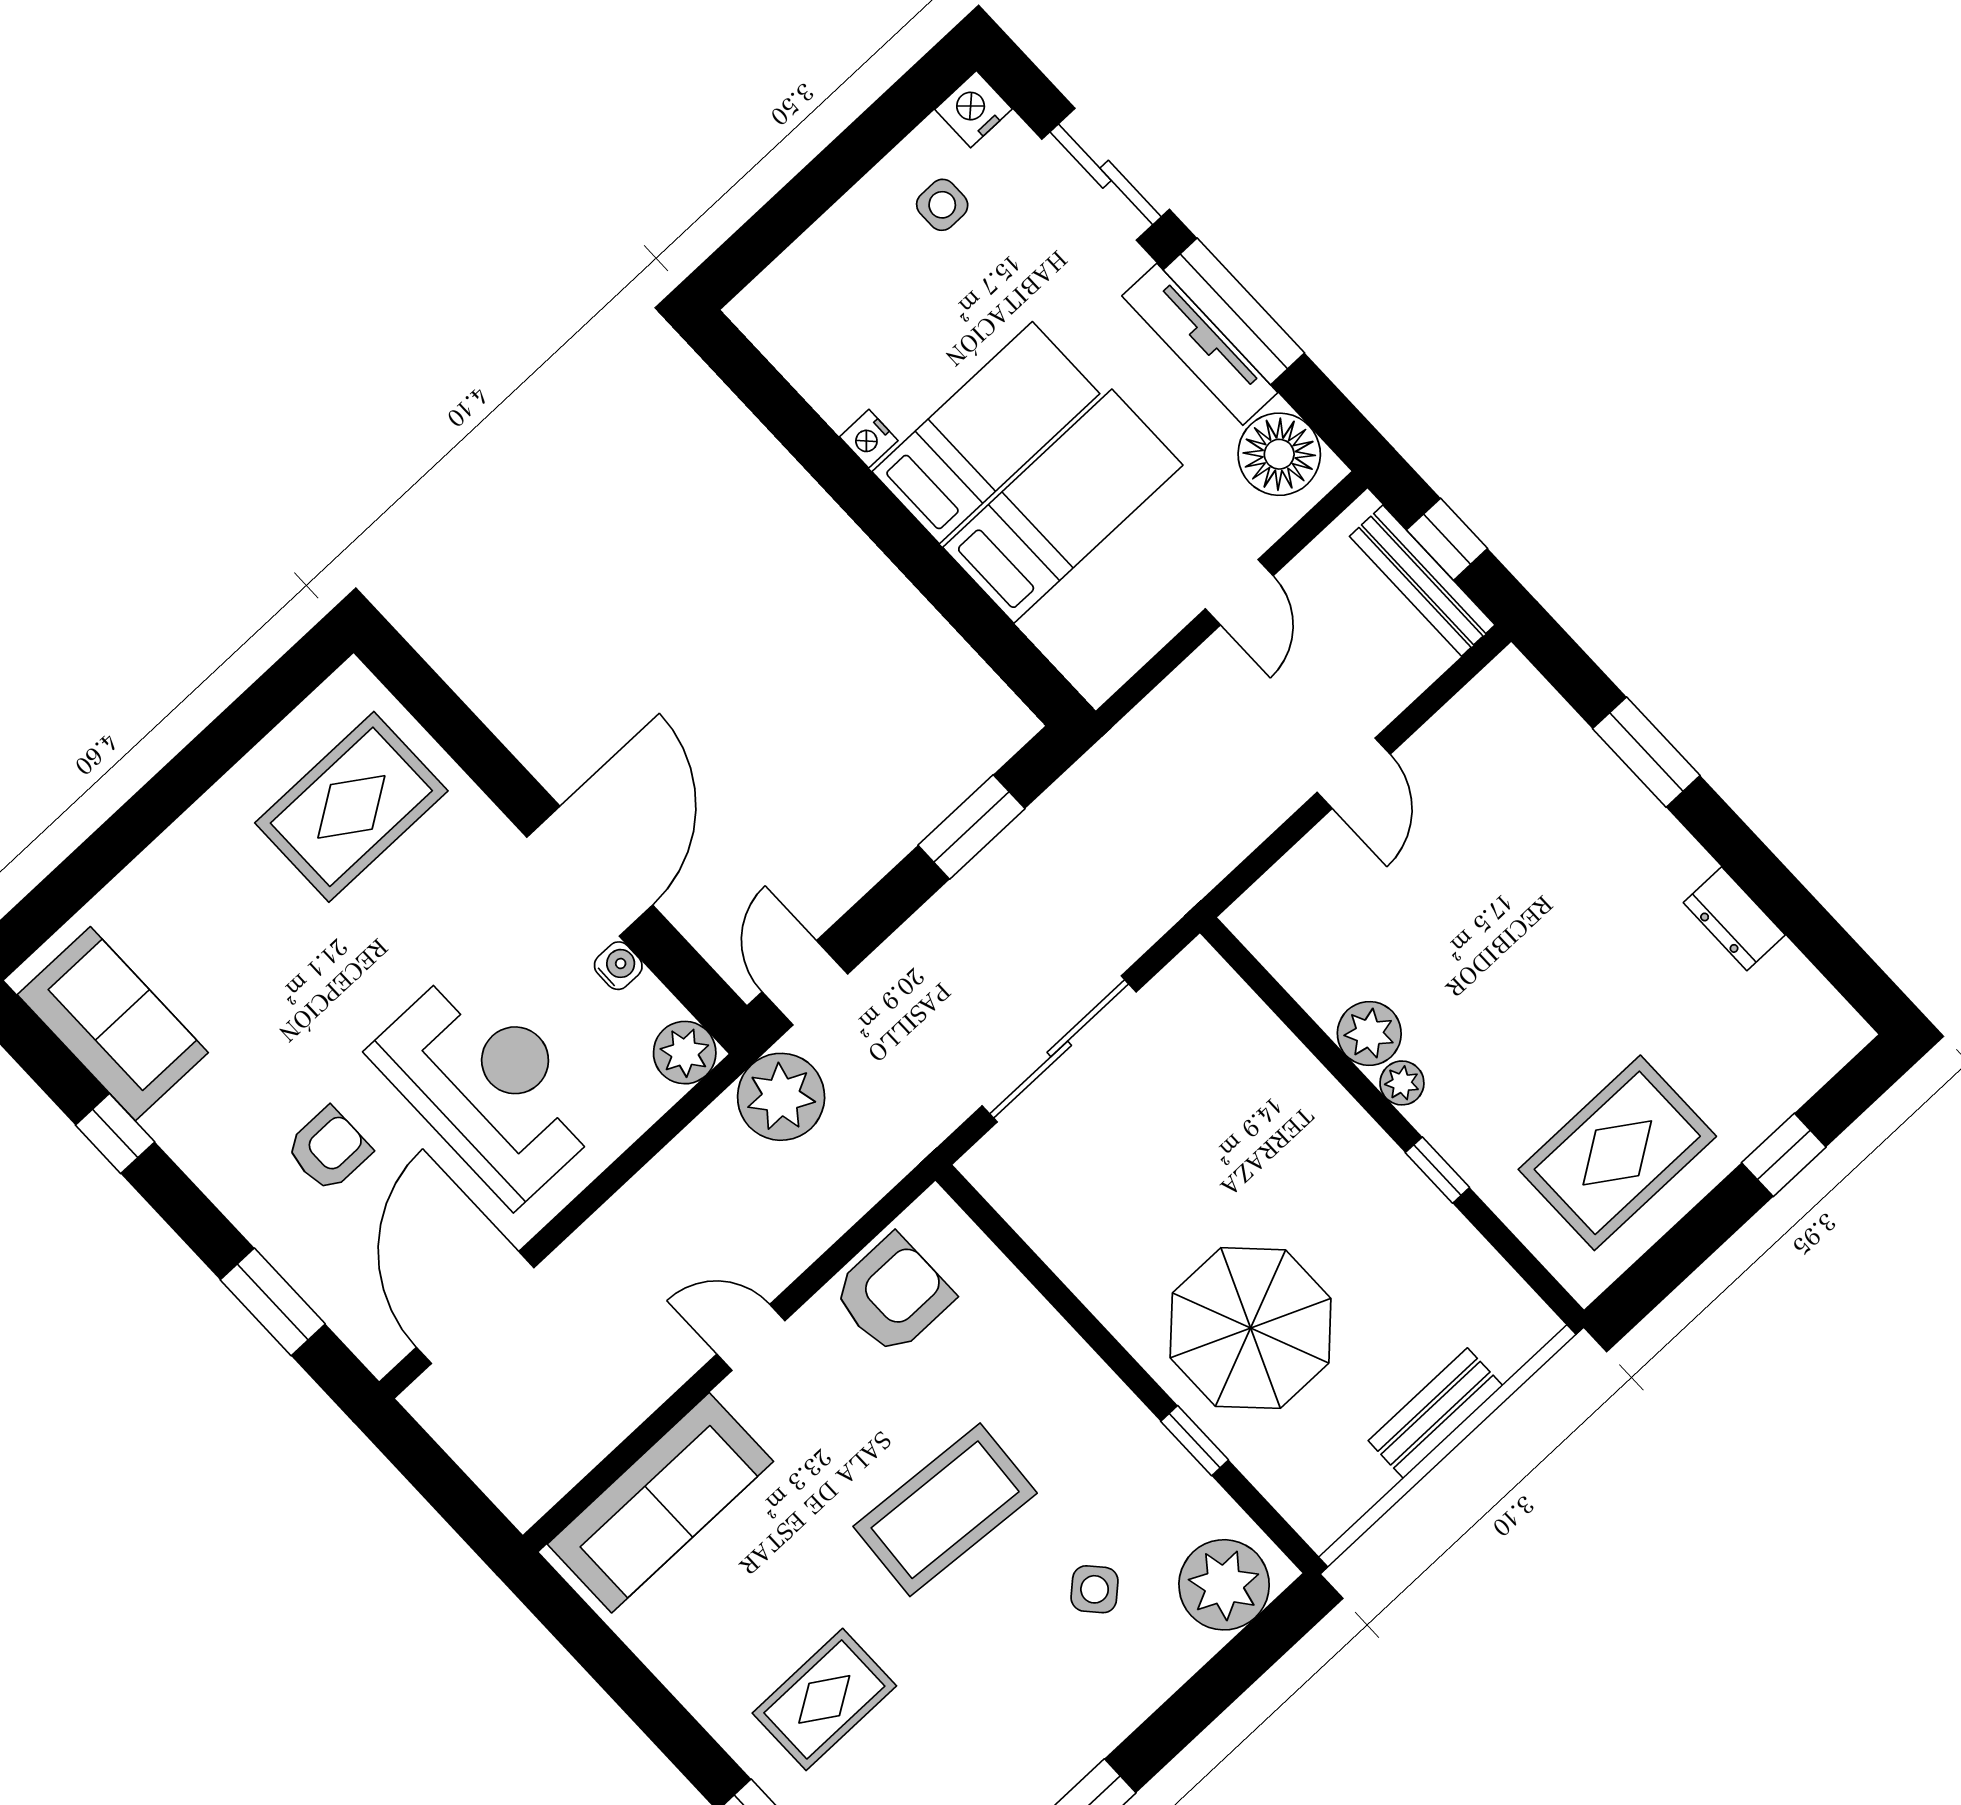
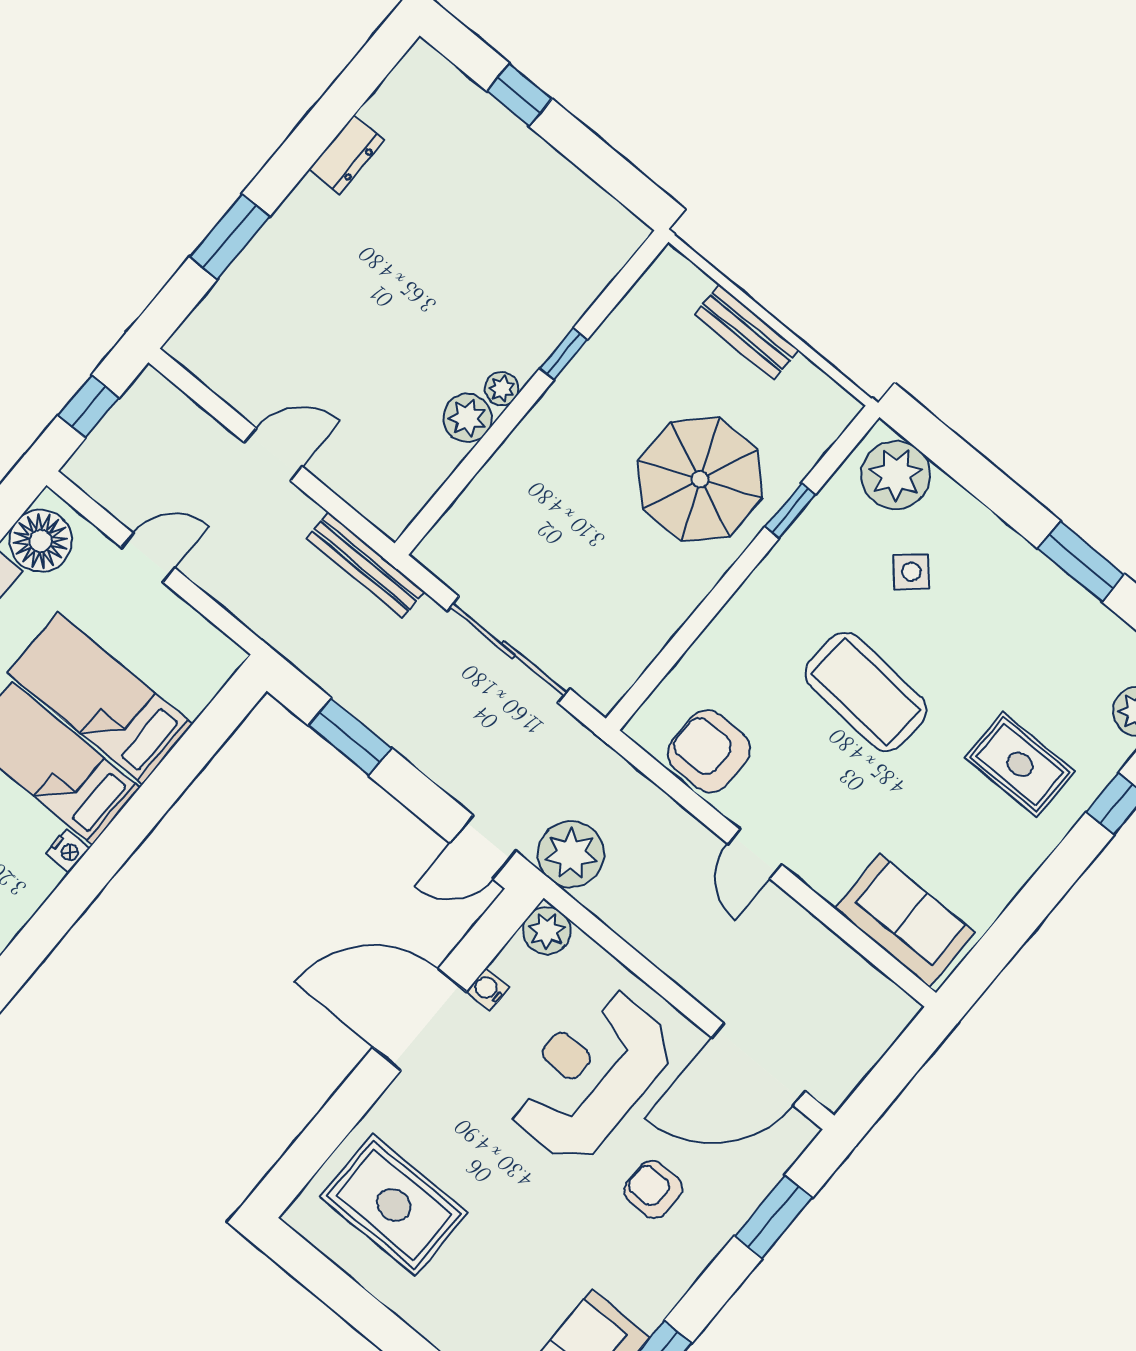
bench: (1422, 581) -> (365, 565), moved, turned 90
rug: (1617, 1153) -> (534, 220), removed
sofa: (660, 1503) -> (905, 921), width x0.73

